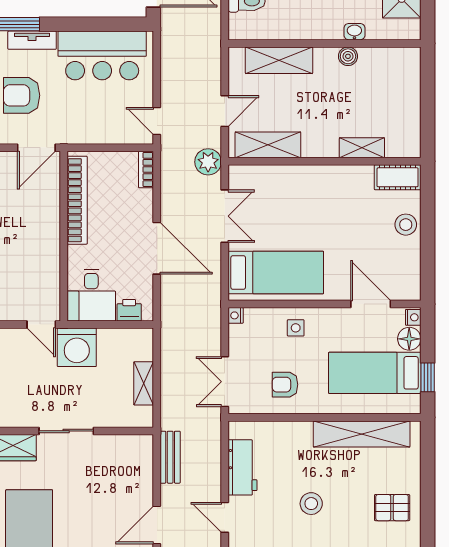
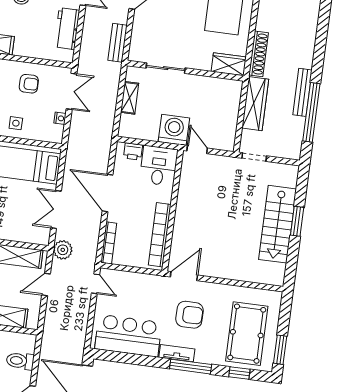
bookcase: (146, 169) -> (109, 243), width x1.56
nightstand: (236, 315) -> (60, 118), moved
sliding door: (66, 431) -> (166, 68), moved

